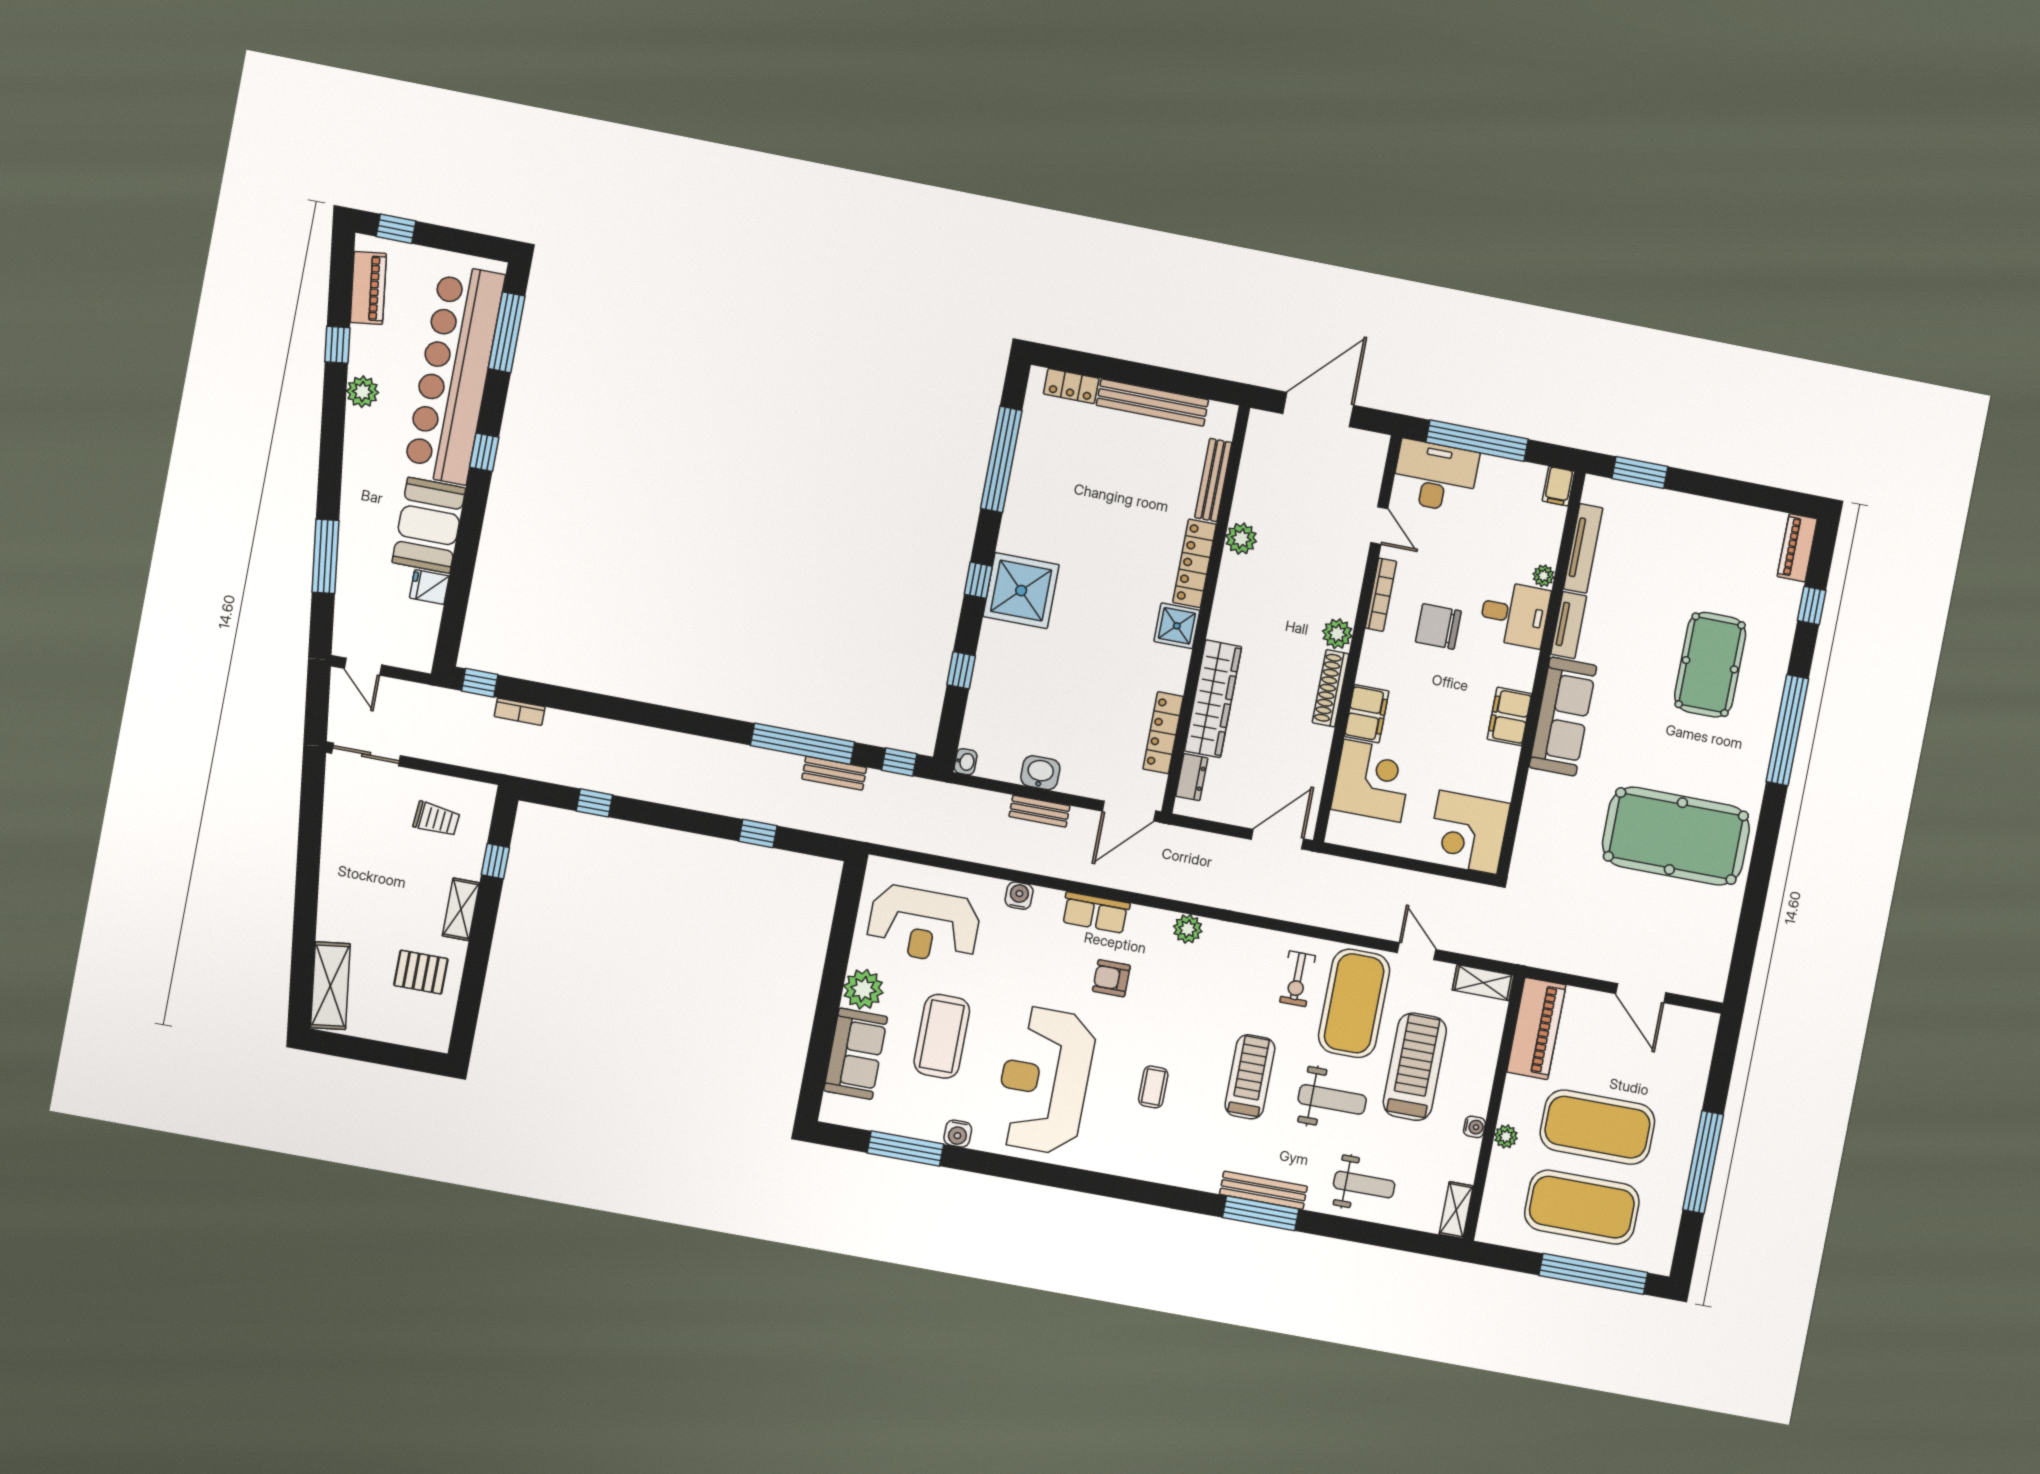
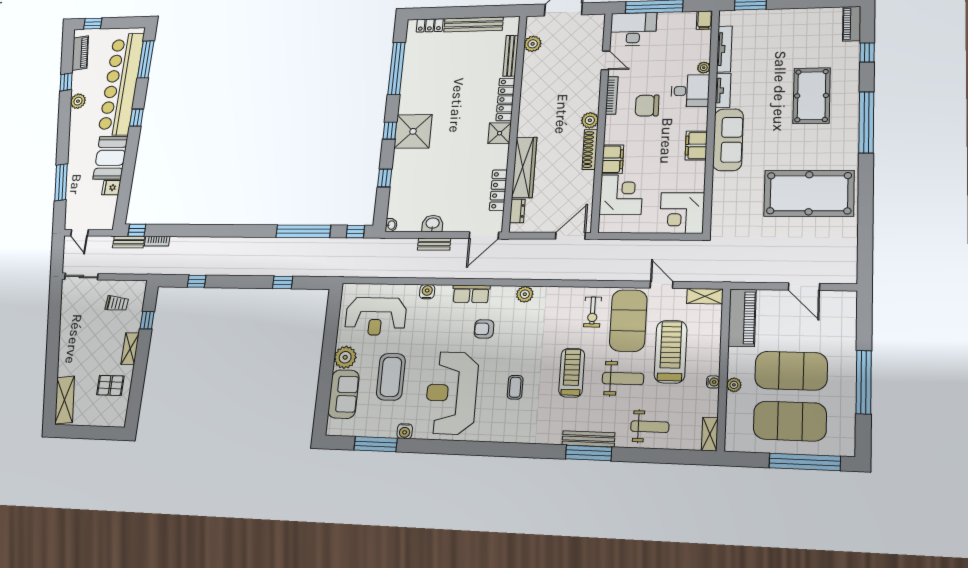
plant: (1241, 539) -> (533, 44), moved
bench: (834, 773) -> (129, 242), moved

